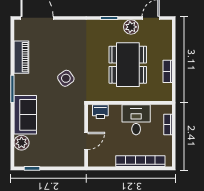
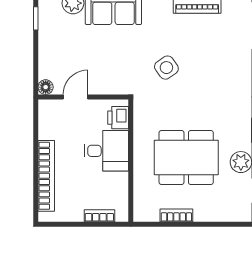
desk: (136, 120) -> (106, 151), moved
door: (86, 141) -> (76, 97), swing flipped
floor lamp: (79, 162) -> (46, 87), added

